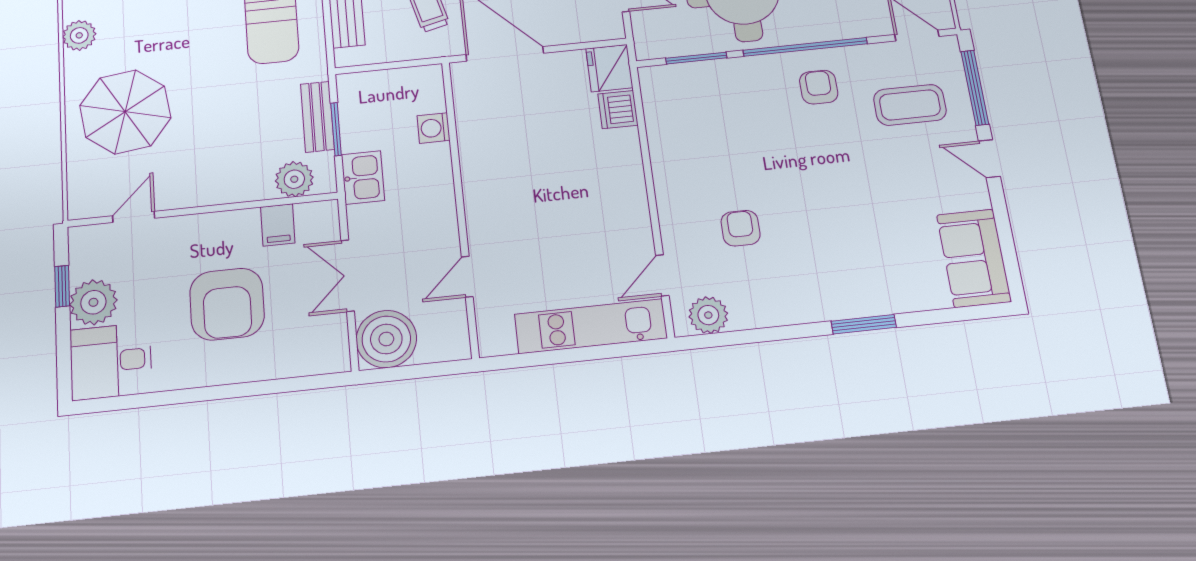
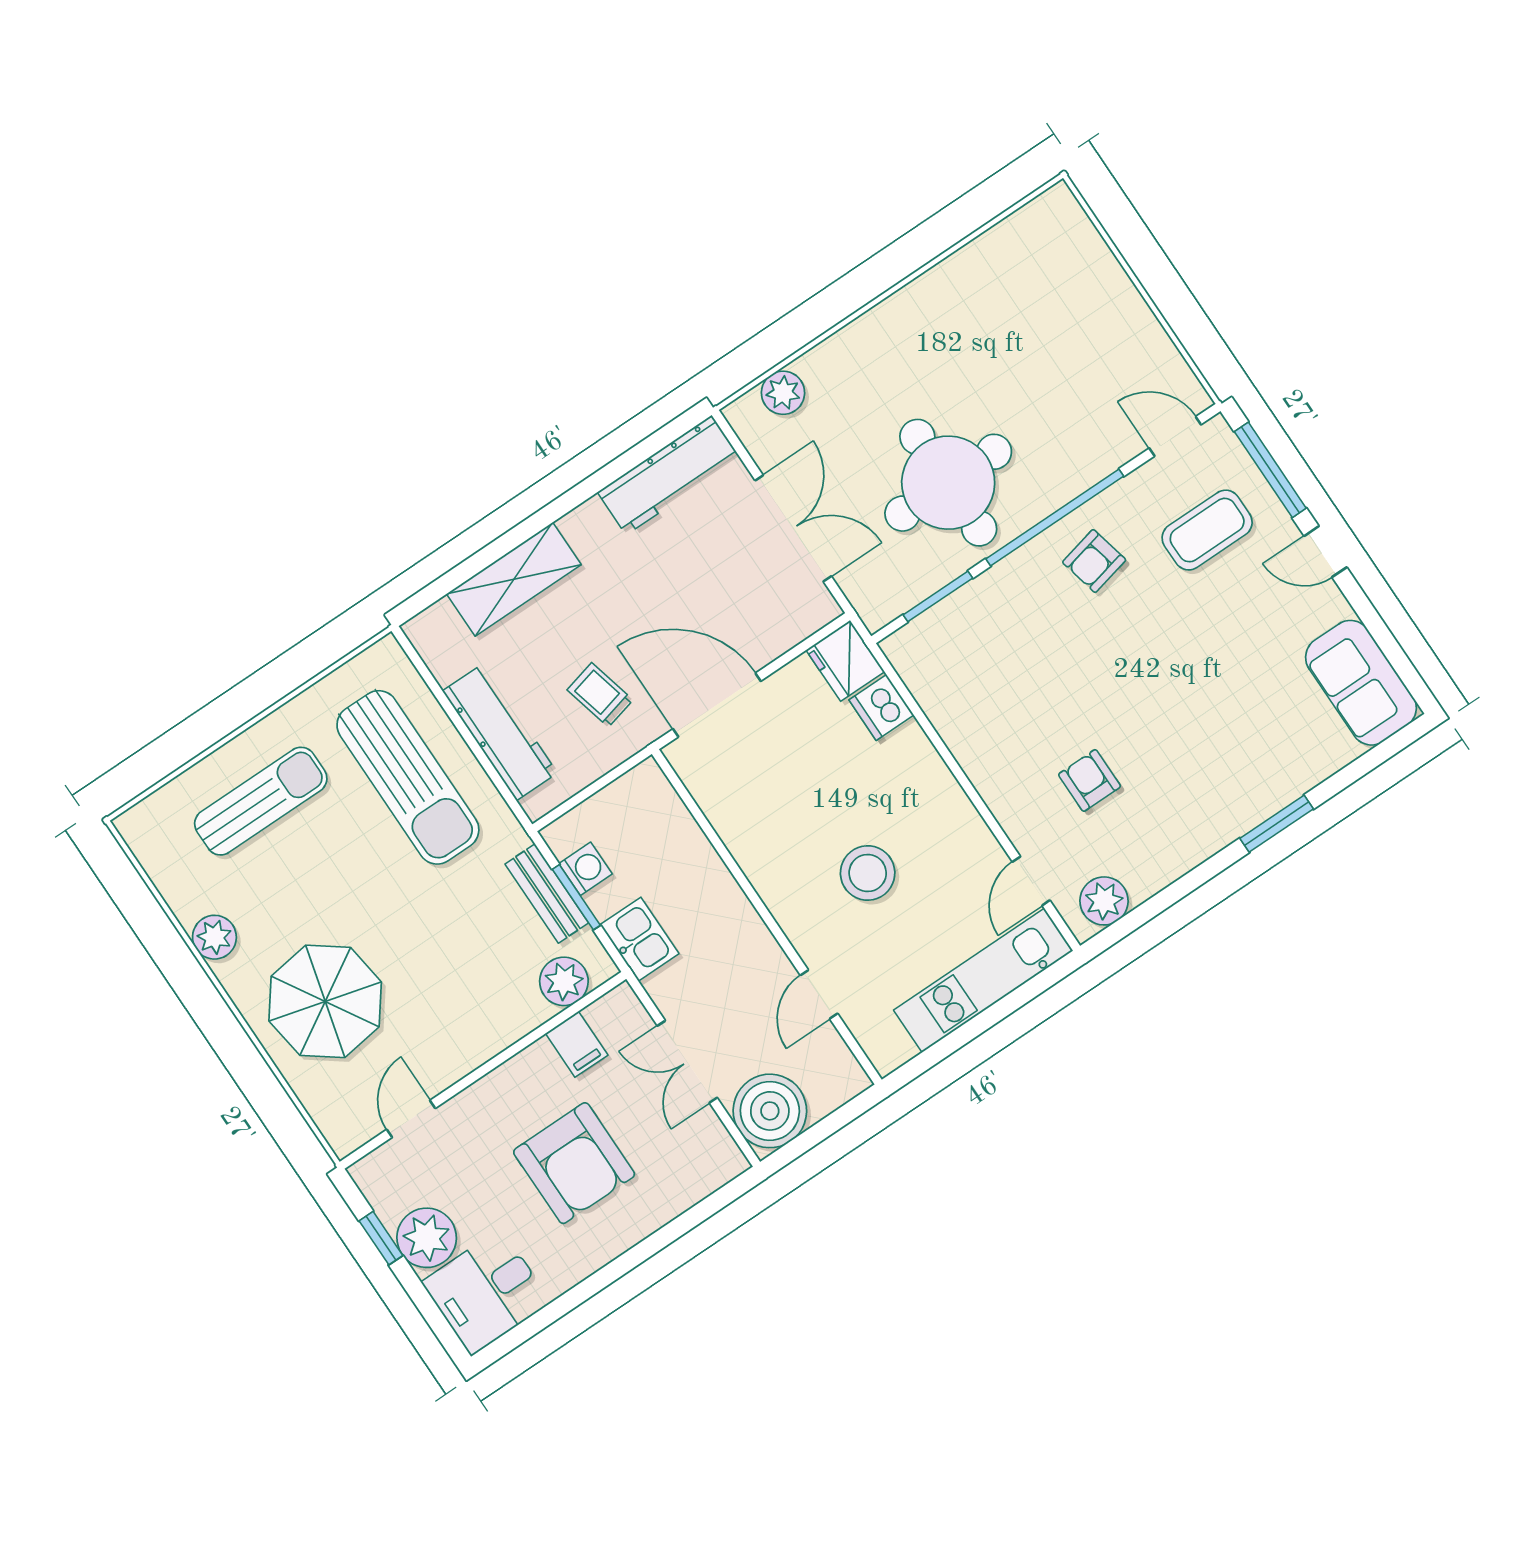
armchair: (819, 87) -> (1094, 561), turned -103
washing machine: (434, 128) -> (586, 869), moved, turned 180
stool: (548, 212) -> (868, 873), added

